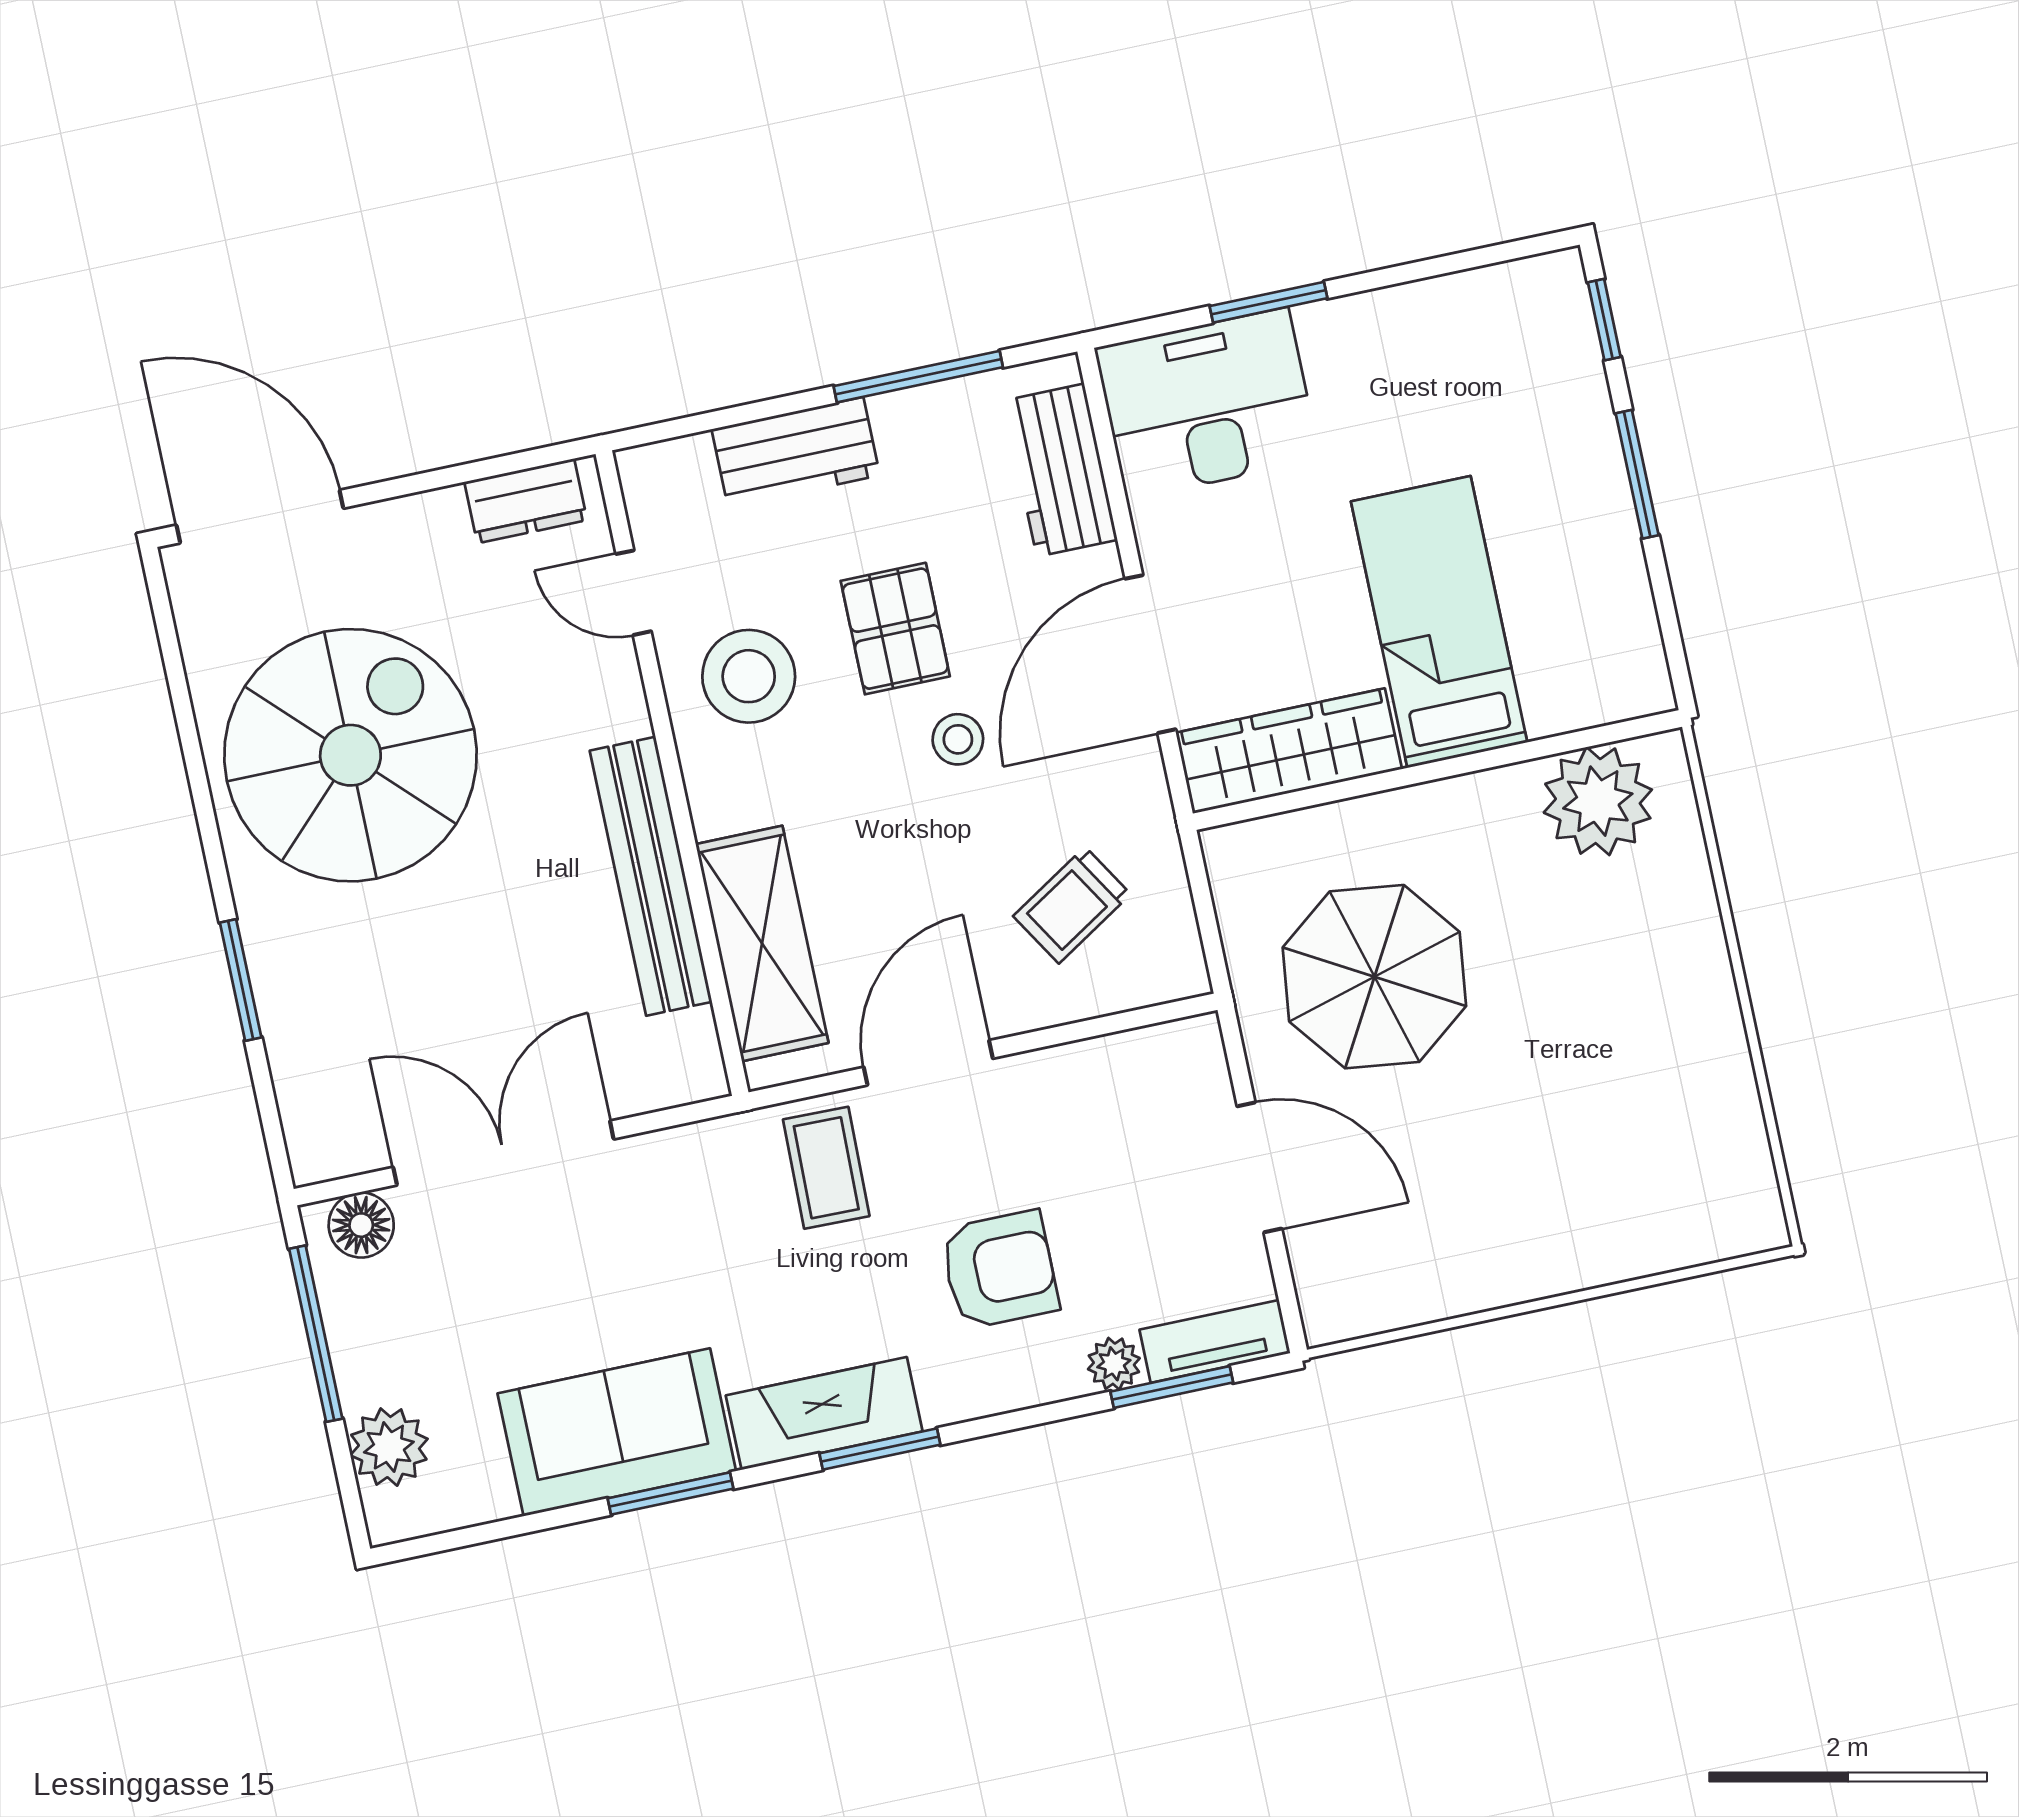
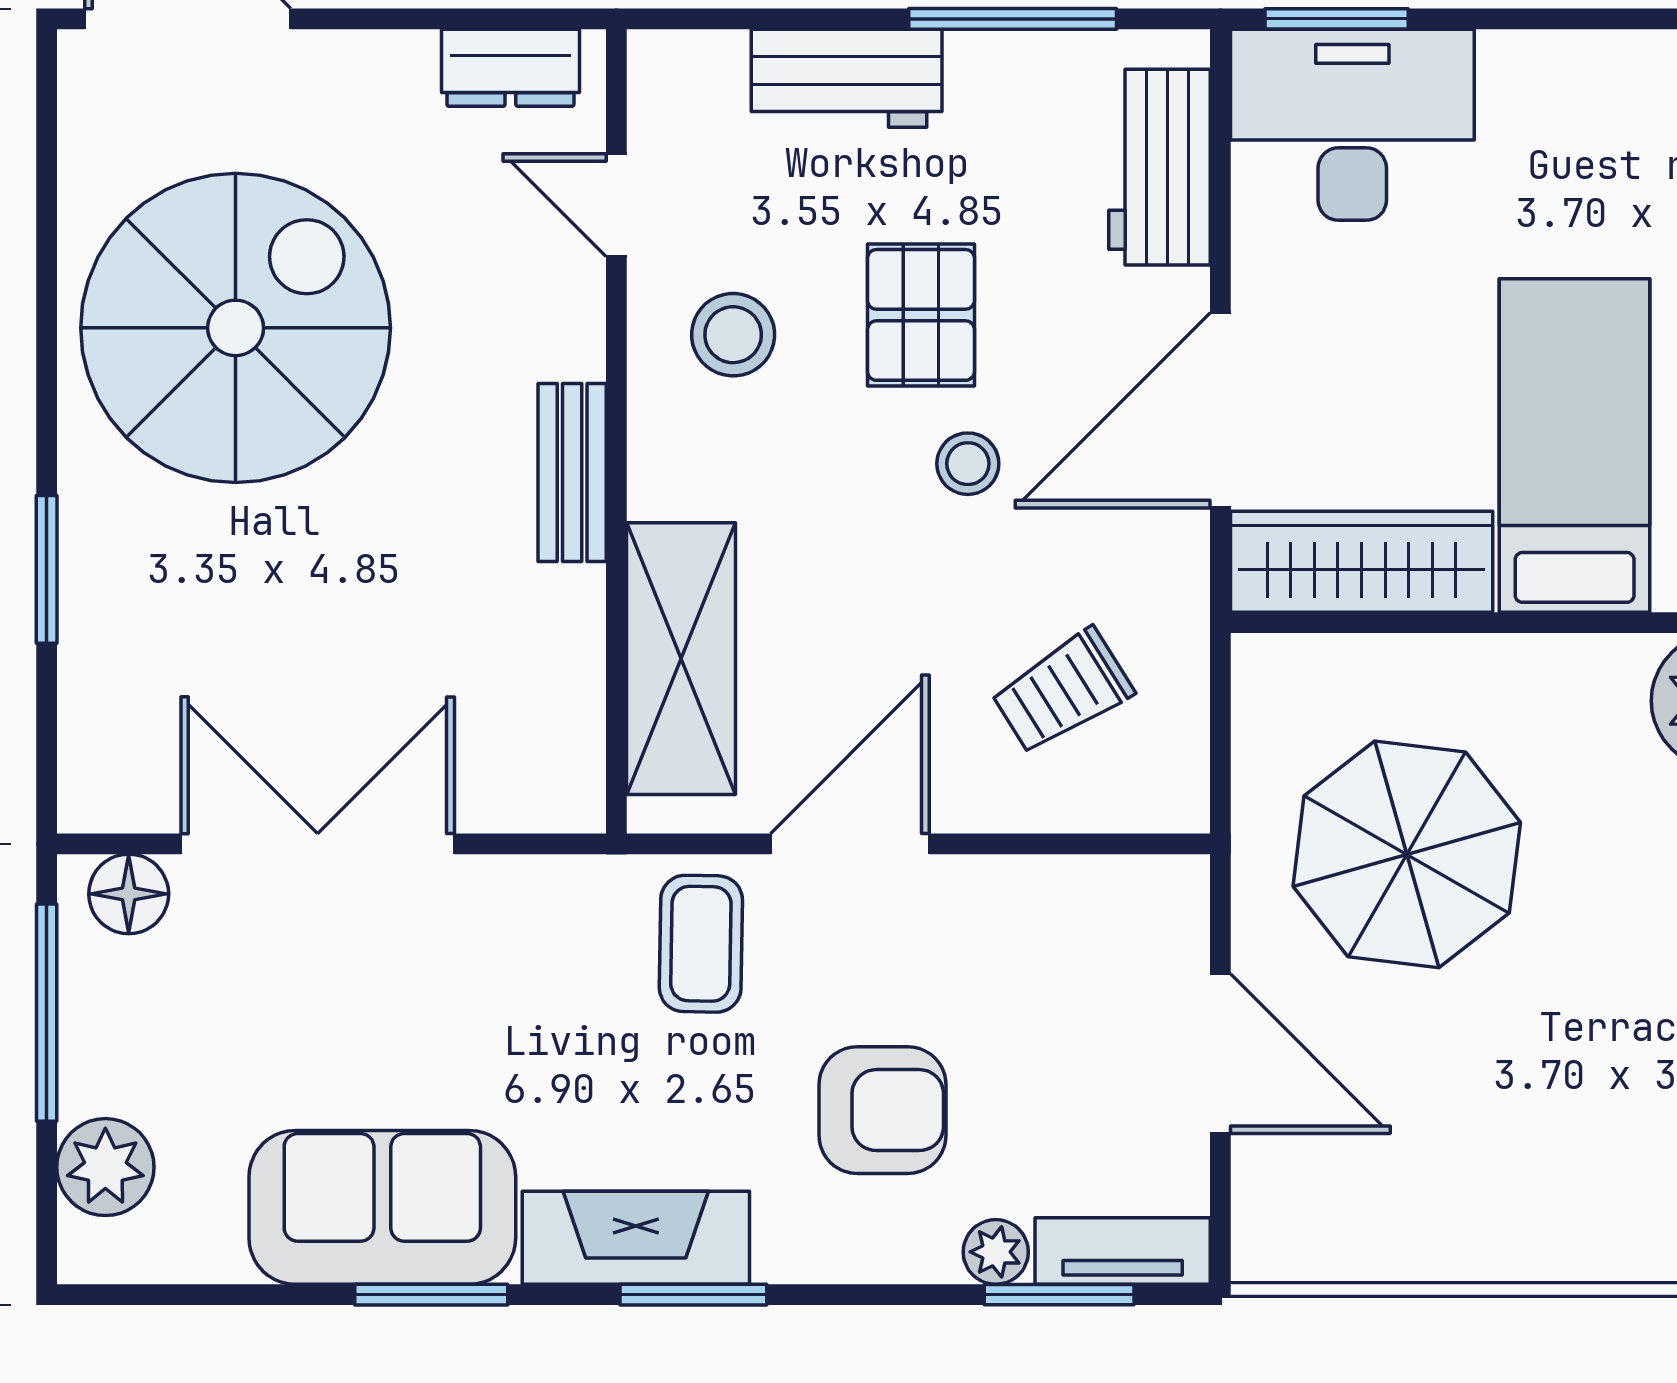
window: (1268, 302) -> (1337, 19), moved
stool: (749, 676) -> (733, 335), width x0.73, depth x0.73
bench: (651, 876) -> (572, 473), width x0.54, depth x0.82

